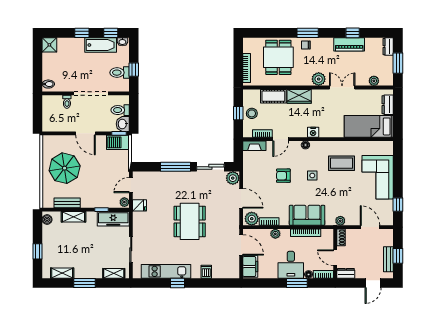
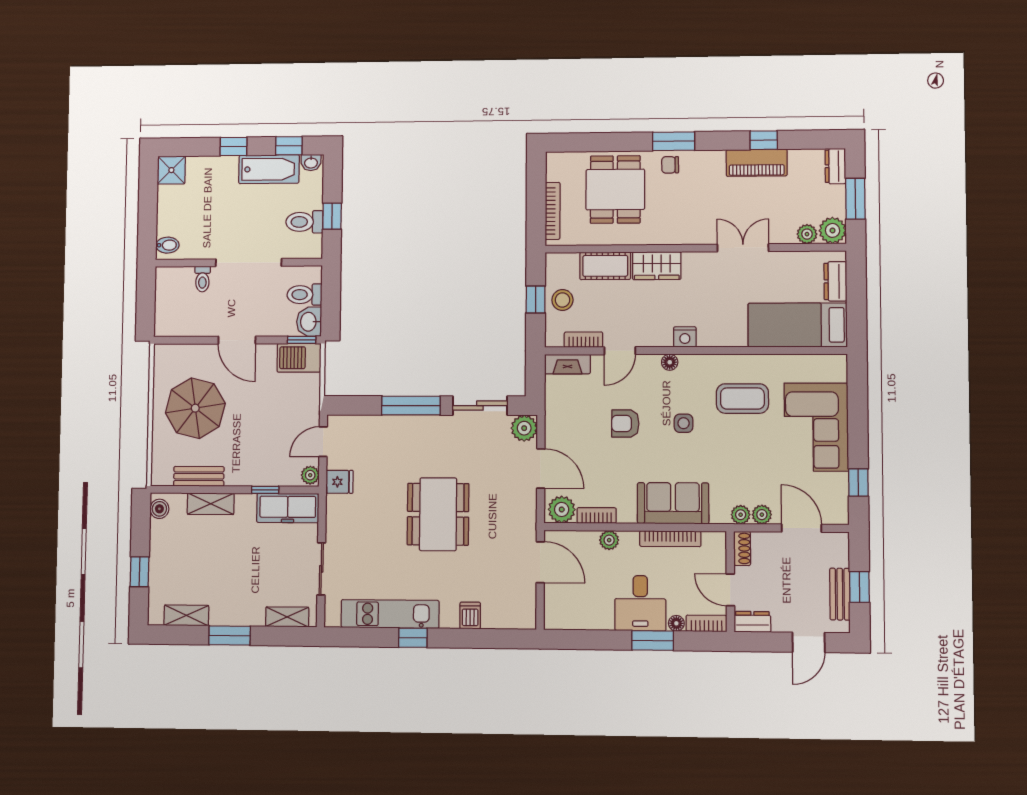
plant: (319, 79) -> (833, 230), moved
plant: (351, 221) -> (762, 515), added
filing cabinet: (250, 266) -> (558, 606), removed

